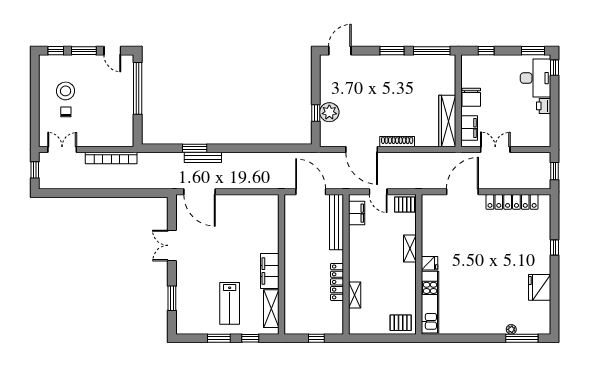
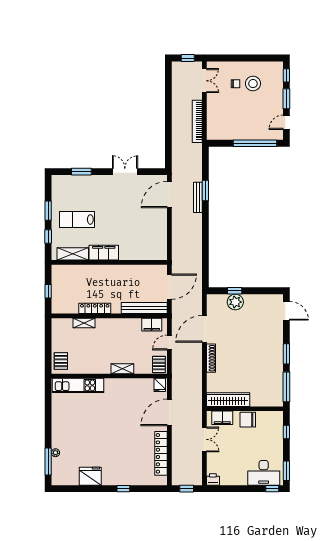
printer: (544, 106) -> (213, 479), moved
door: (462, 192) -> (169, 412), swing flipped
fridge: (429, 263) -> (160, 385), moved

